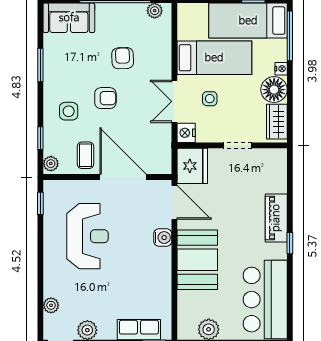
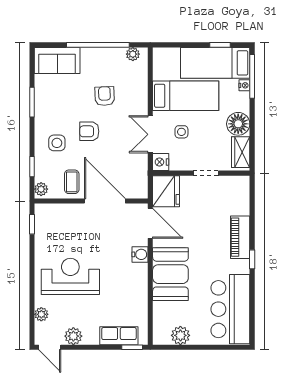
nightstand: (281, 69) -> (244, 85), moved
armchair: (105, 98) -> (89, 131), turned 180
reception desk: (87, 236) -> (70, 276), moved, turned -90

